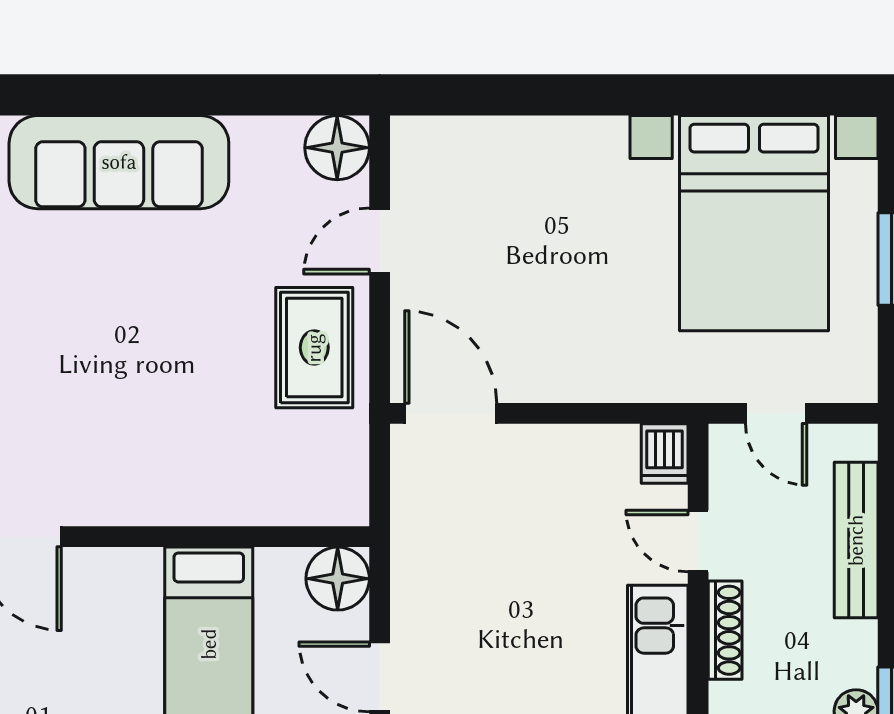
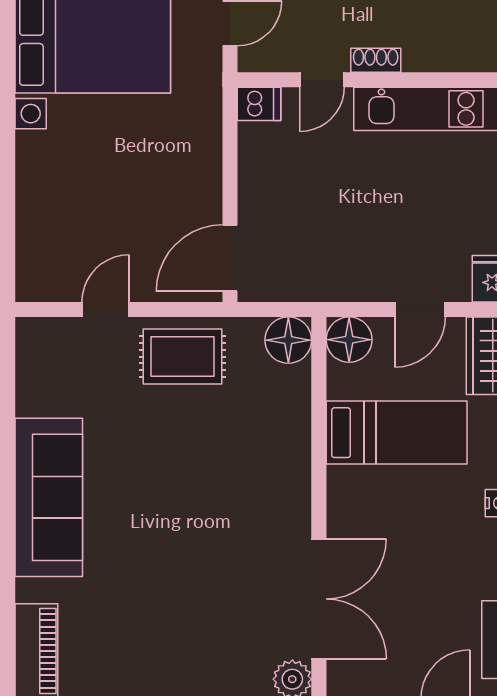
floor lamp: (337, 148) -> (288, 340), moved
door: (380, 241) -> (106, 309), swing flipped
shoe rack: (725, 630) -> (376, 60), width x0.70

